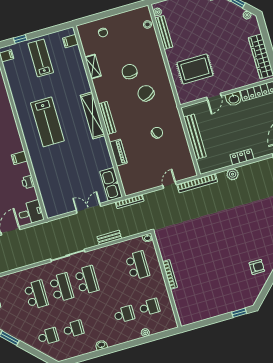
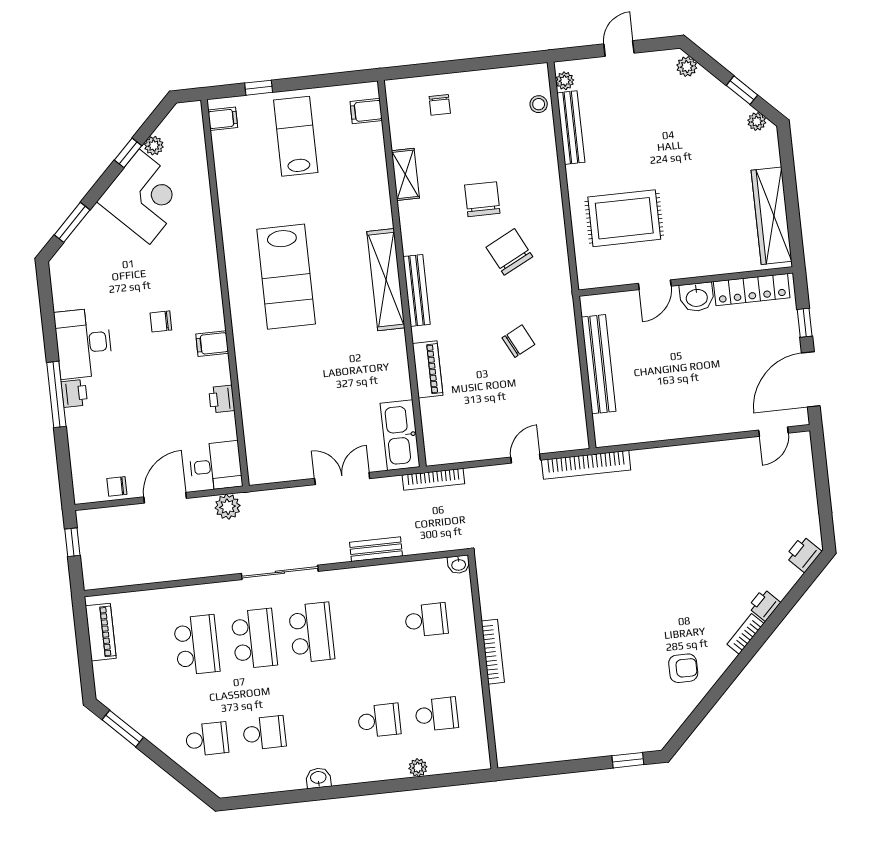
locker: (242, 157) -> (692, 425), removed
plant: (233, 174) -> (228, 507), moved
school desk: (137, 265) -> (426, 620), width x0.54

